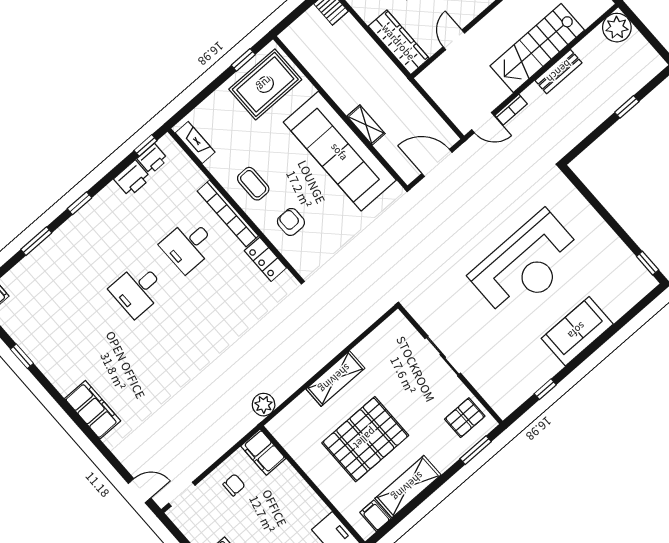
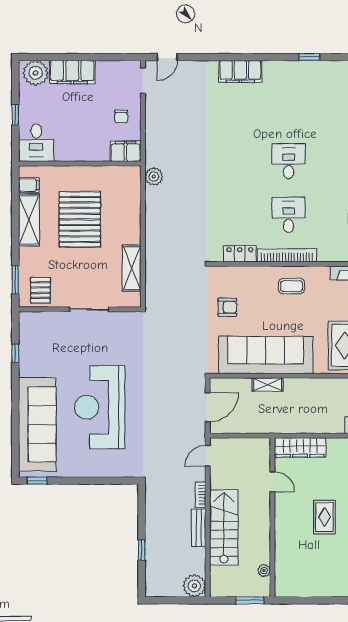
bookcase: (511, 110) -> (201, 495), moved
armchair: (291, 222) -> (227, 307), moved
sofa: (577, 331) -> (37, 424), width x1.85, depth x1.27
shelving: (335, 379) -> (132, 268), moved

